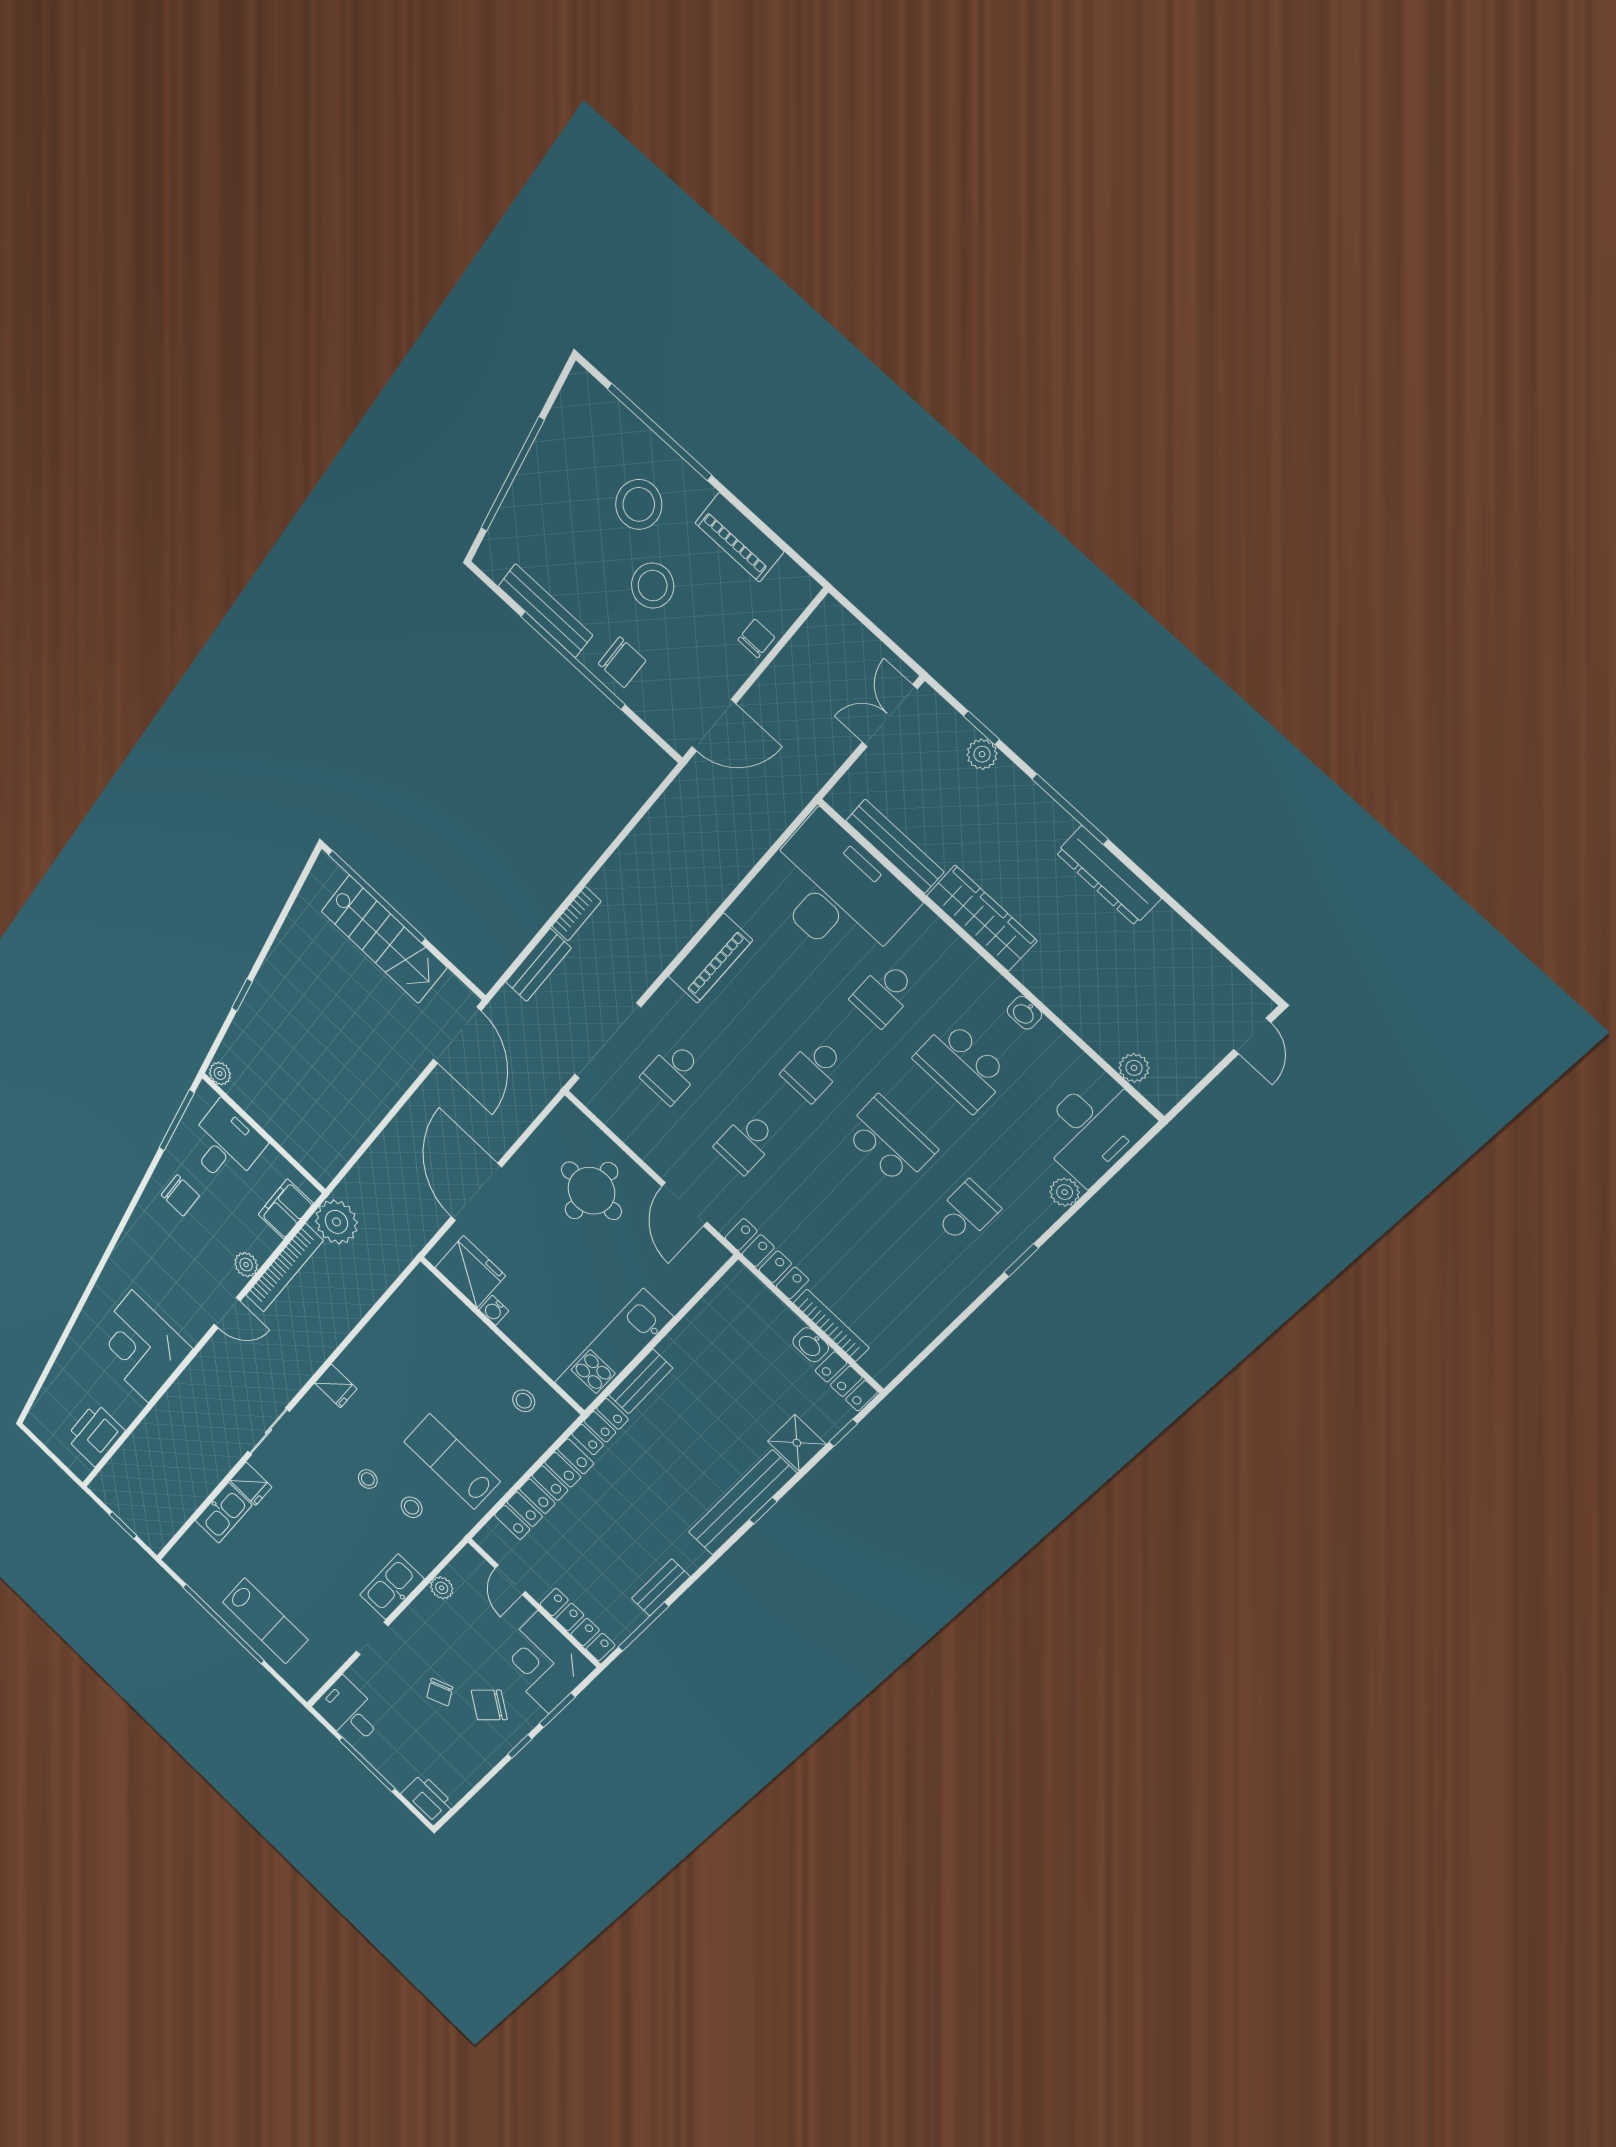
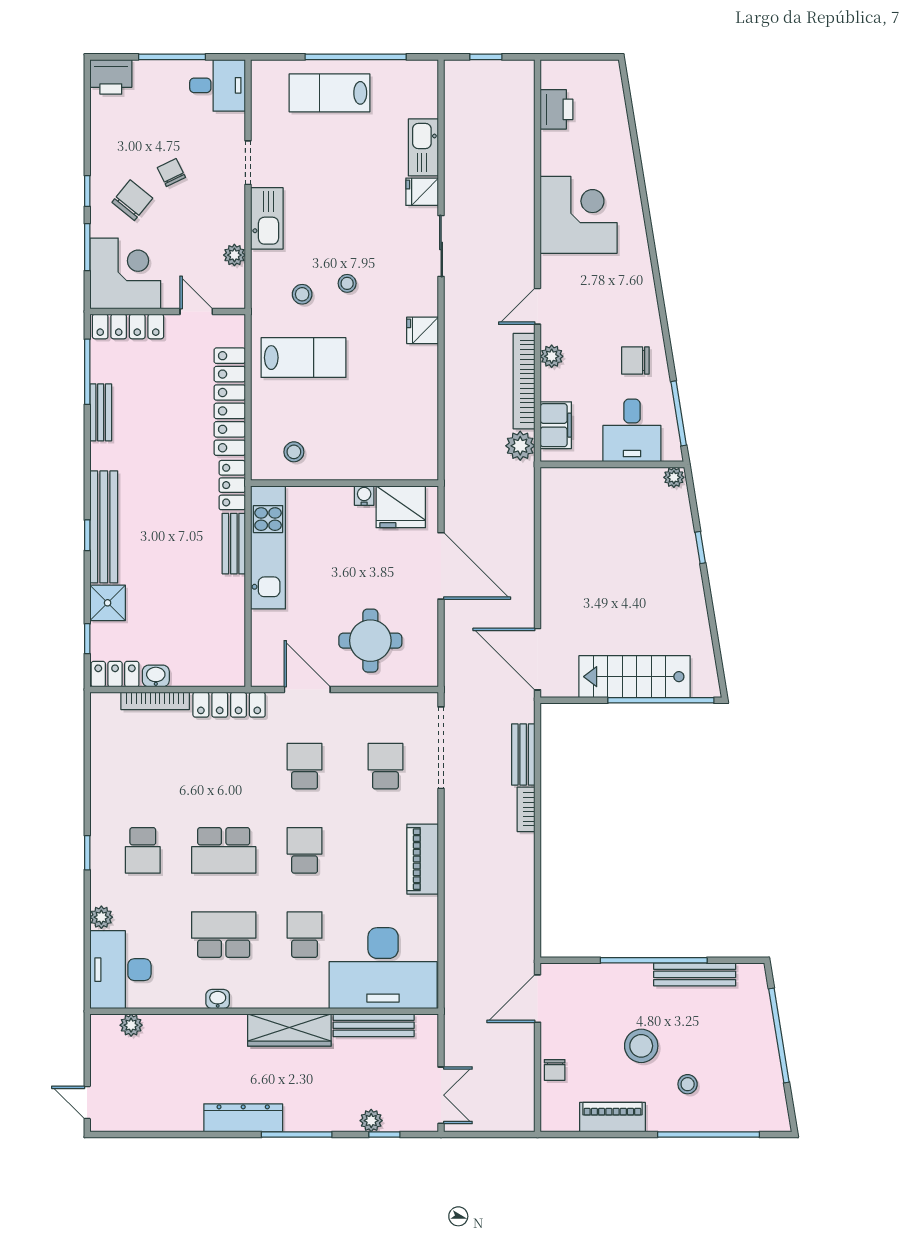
stool: (639, 504) -> (688, 1084), width x0.53, depth x0.53
chair: (622, 662) -> (623, 986), removed
plant: (336, 1222) -> (520, 446), width x0.73, depth x0.73
printer: (95, 1434) -> (557, 109), width x0.73, depth x0.84

